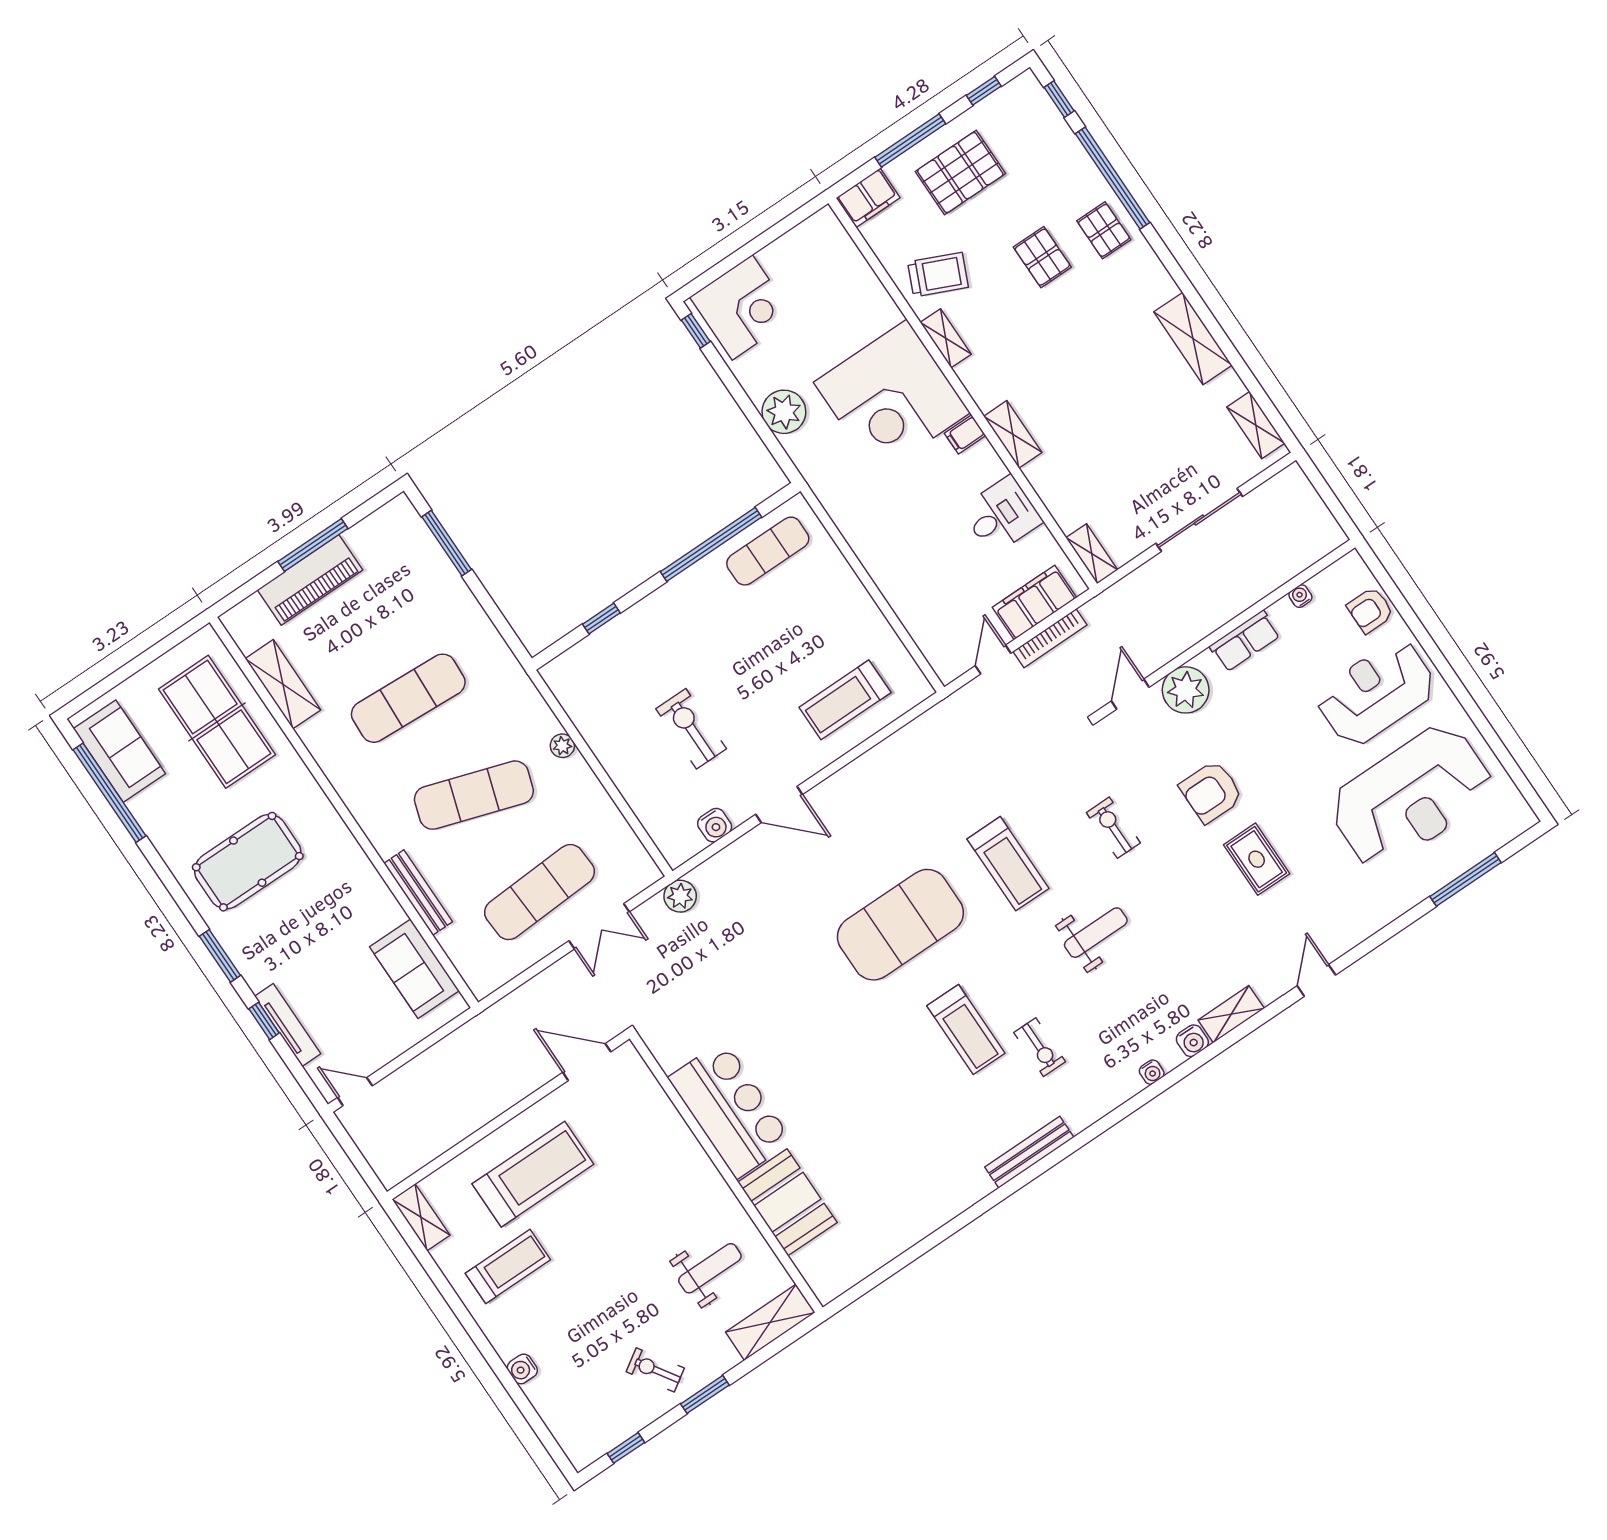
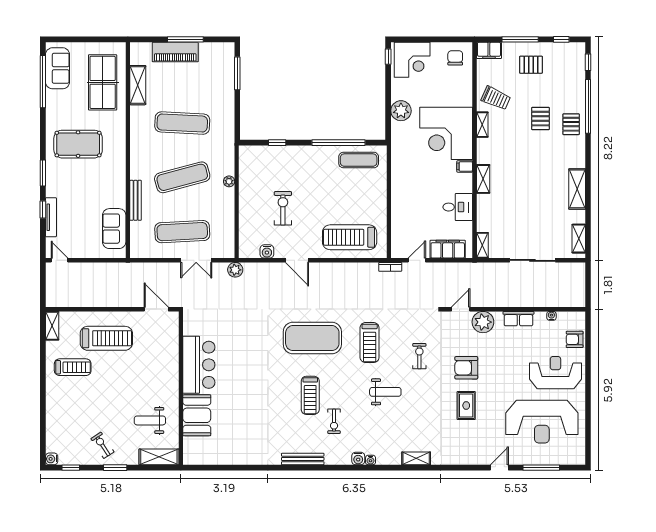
pallet: (960, 173) -> (531, 65), width x0.67, depth x0.71
chair: (817, 252) -> (455, 58), added
bookcase: (1050, 638) -> (390, 267), moved, width x0.64
treadmill: (845, 700) -> (350, 237), width x1.37, depth x1.38
exercise mat: (474, 795) -> (182, 177), turned -33
door: (1316, 980) -> (499, 468), moved
water cooler: (1192, 1041) -> (358, 459), moved
weight bench: (710, 1268) -> (150, 420), turned 180
water cooler: (522, 1369) -> (52, 459), moved

